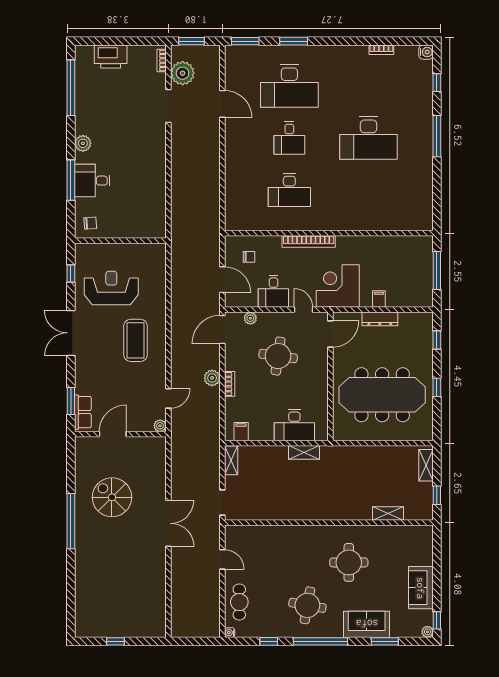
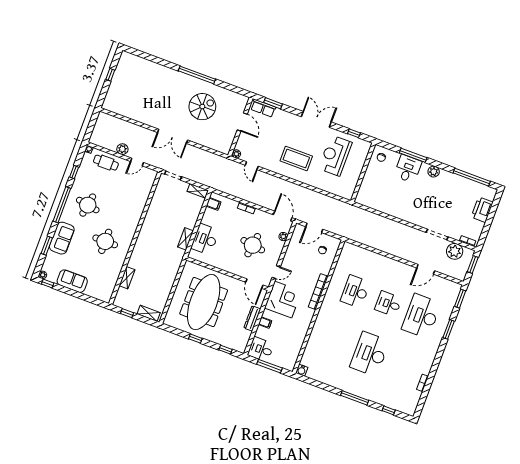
water cooler: (426, 52) -> (302, 370), moved
reception desk: (111, 288) -> (335, 156), turned 180
desk: (273, 291) -> (261, 349), moved
plant: (212, 378) -> (122, 149), moved

